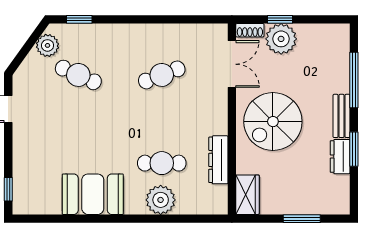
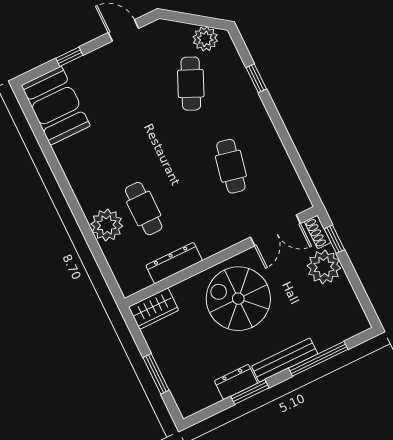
window: (79, 19) -> (256, 78), moved
window: (280, 19) -> (334, 239), moved
cafe table: (162, 75) -> (231, 166), turned 33
bench: (342, 116) -> (285, 360), width x1.36
window: (8, 189) -> (69, 57), moved
booth: (93, 194) -> (56, 106), moved

